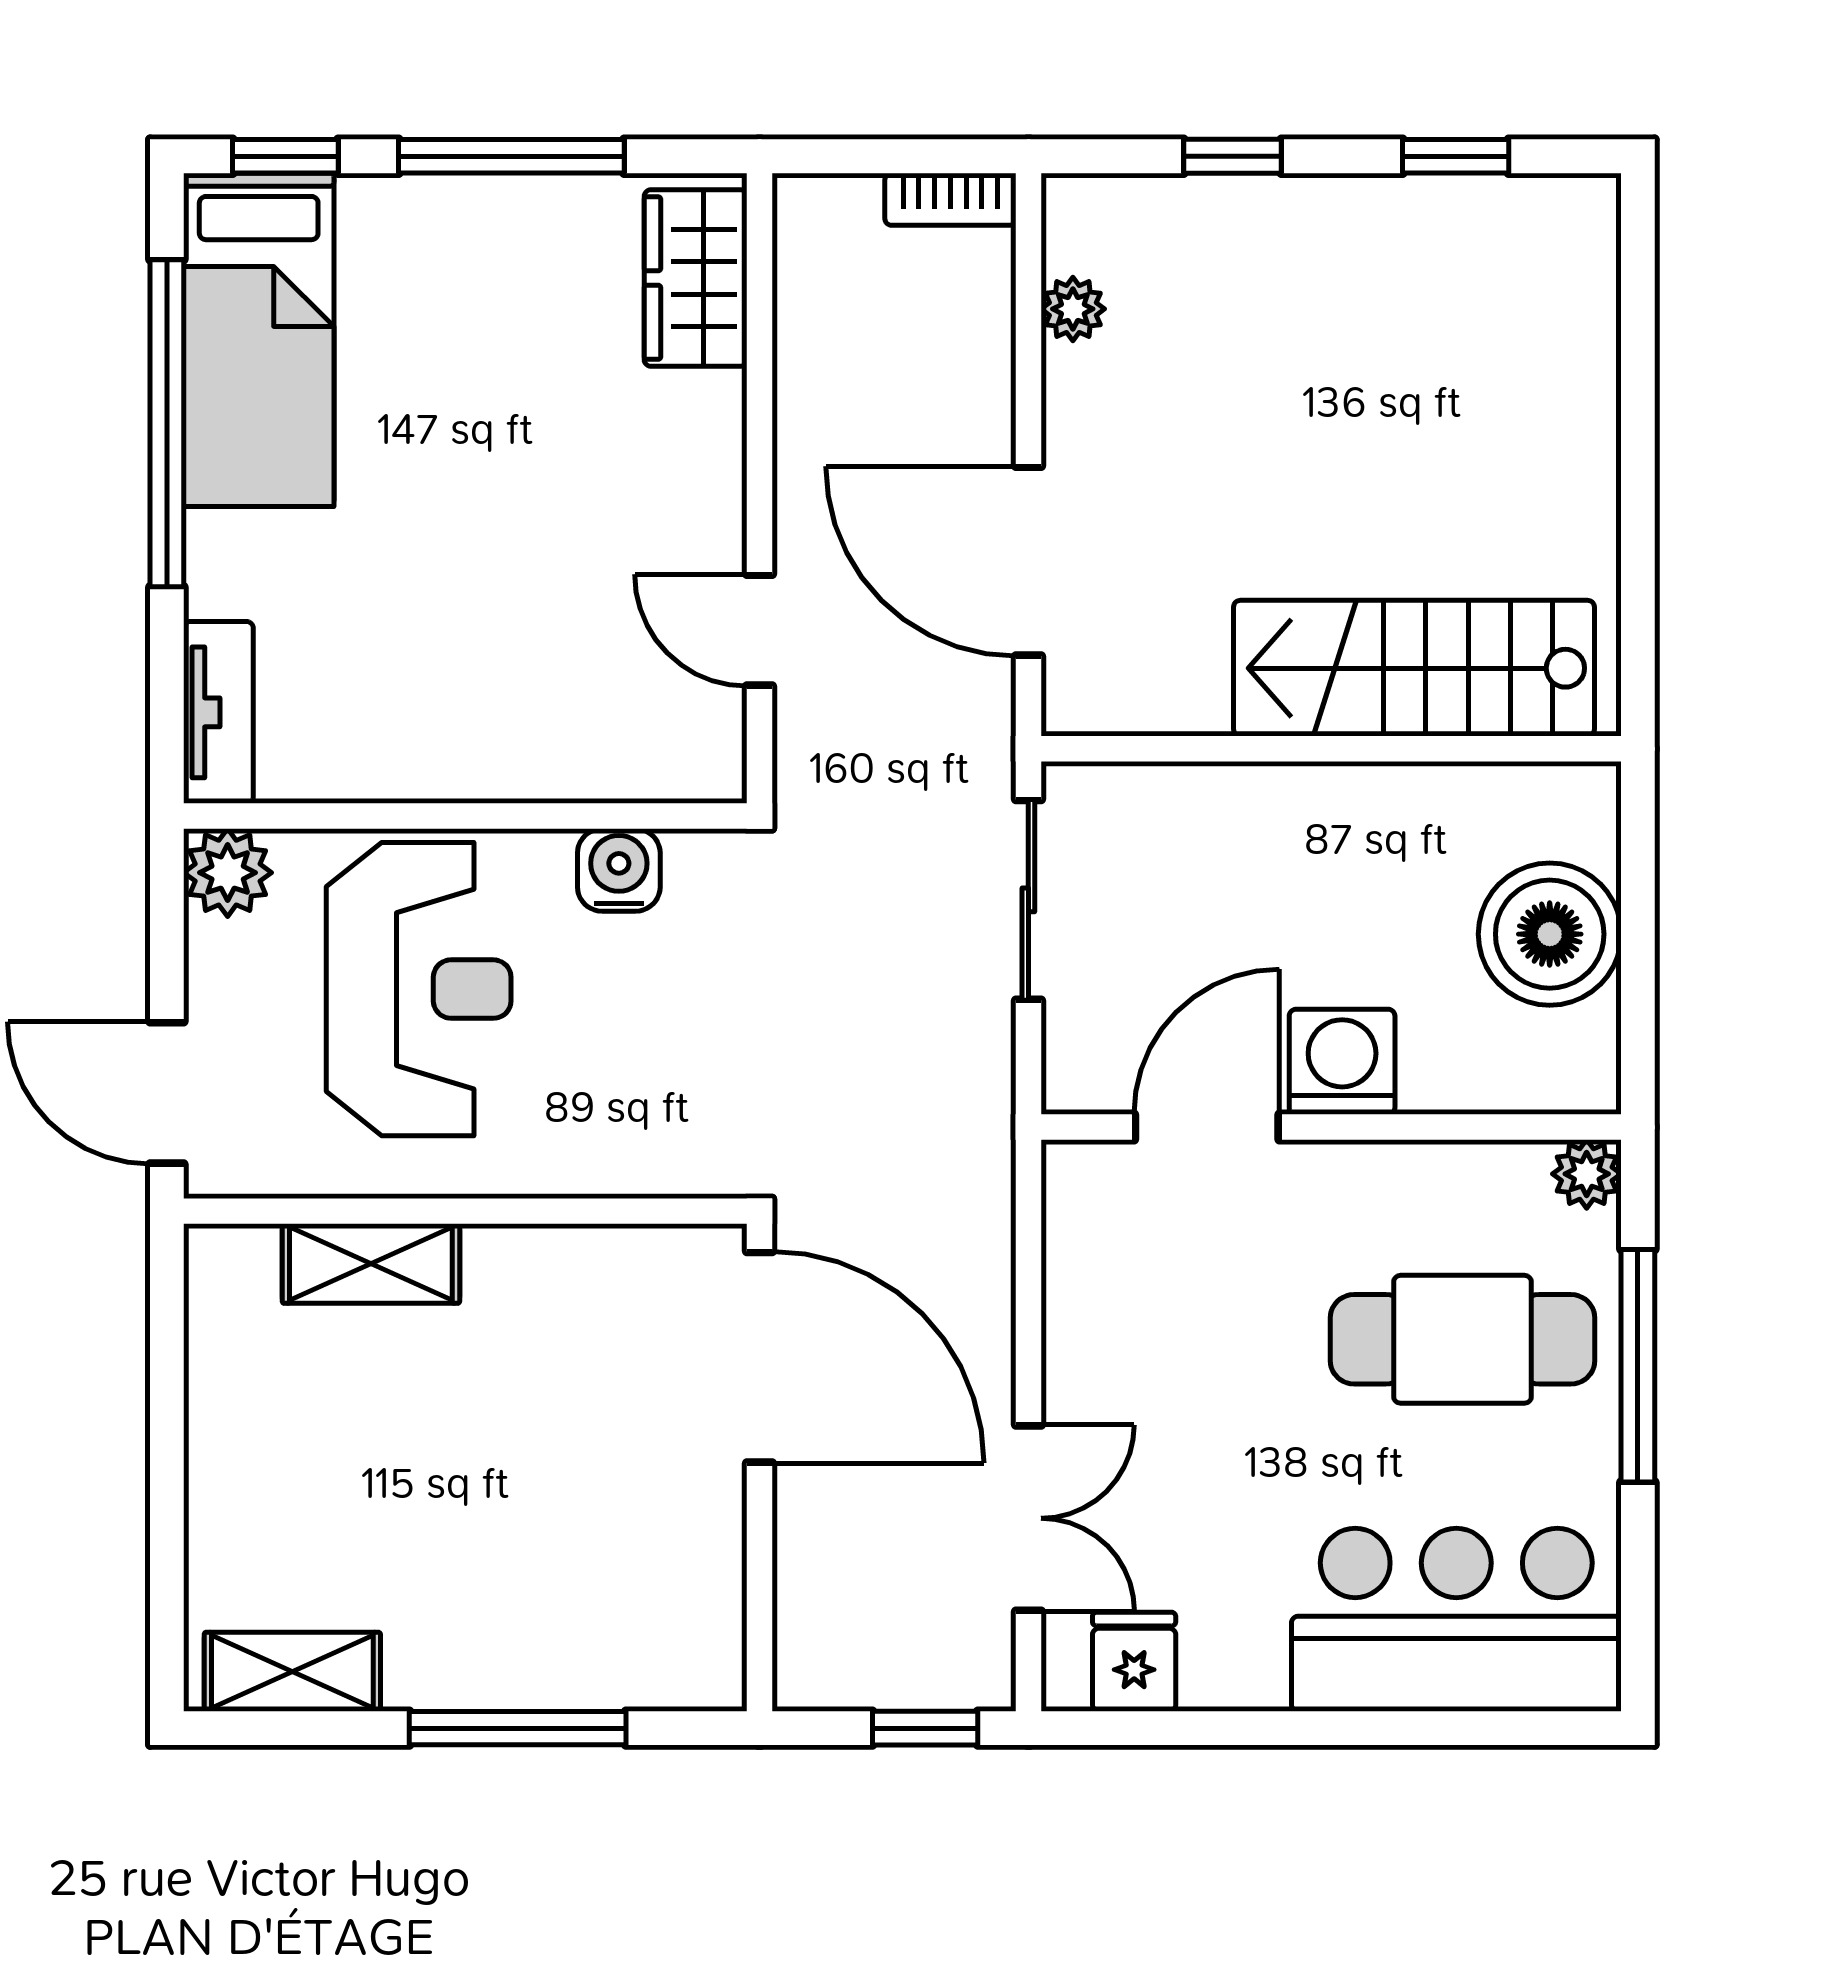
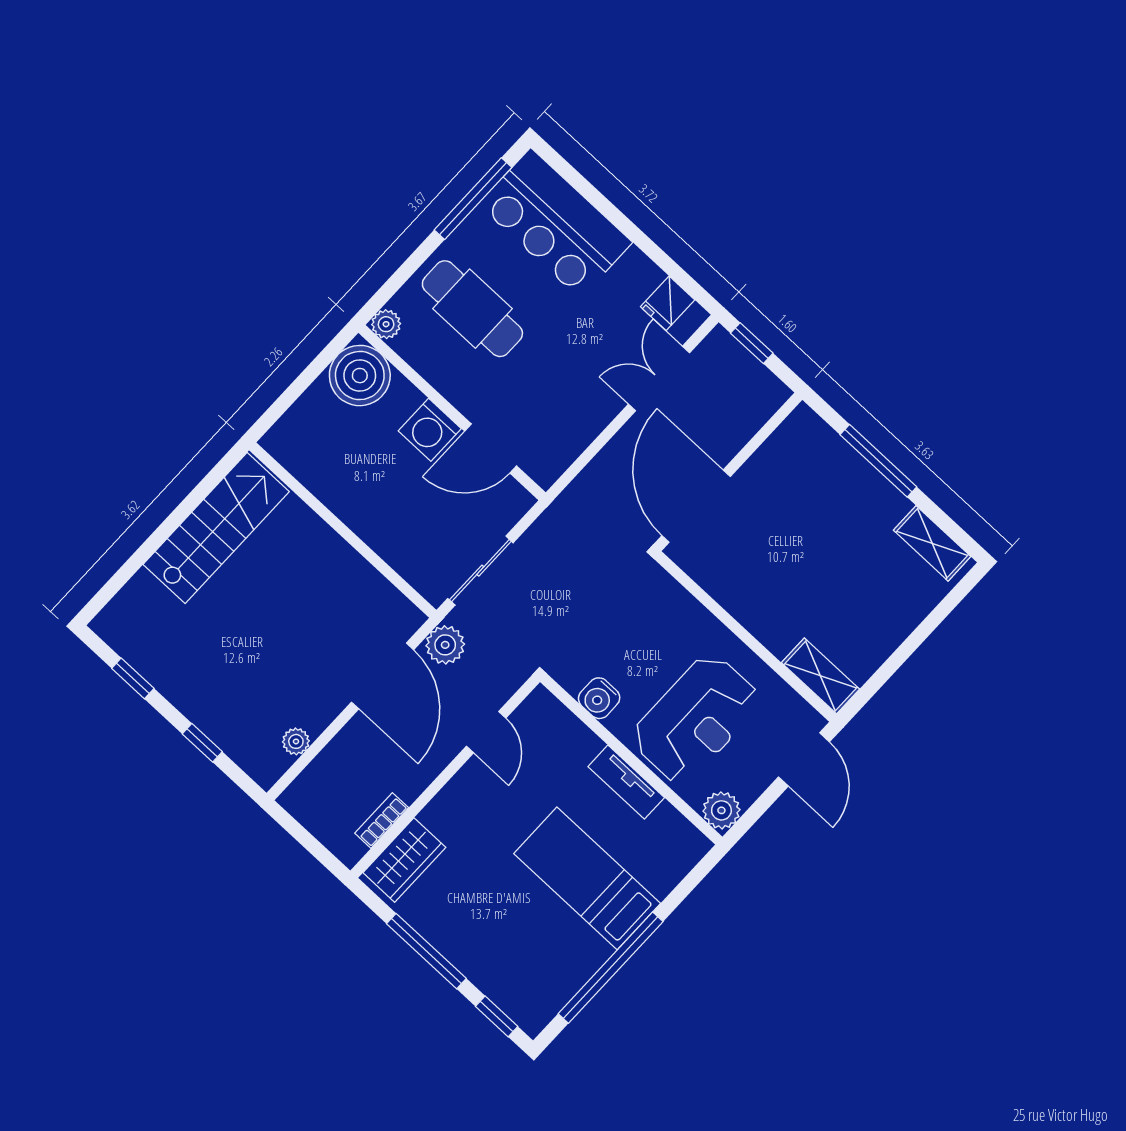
bookcase: (950, 199) -> (382, 820), moved, turned -90
bed: (259, 340) -> (587, 878), moved, turned -90
stairs: (1414, 668) -> (216, 528), moved, turned -90
tv unit: (218, 712) -> (626, 782), moved, turned -90
plant: (970, 715) -> (445, 645), added
boiler: (1550, 934) -> (360, 376), moved
reception desk: (419, 989) -> (696, 719), turned 180
shelving: (371, 1264) -> (820, 676), moved
window: (1638, 1366) -> (473, 199), moved

